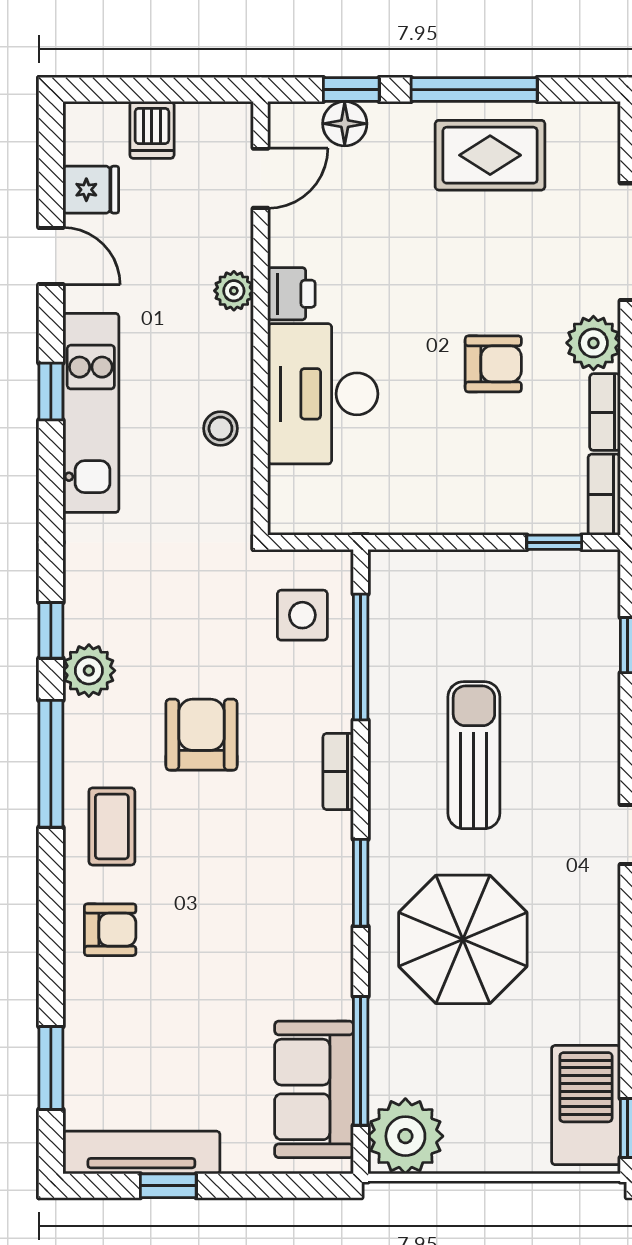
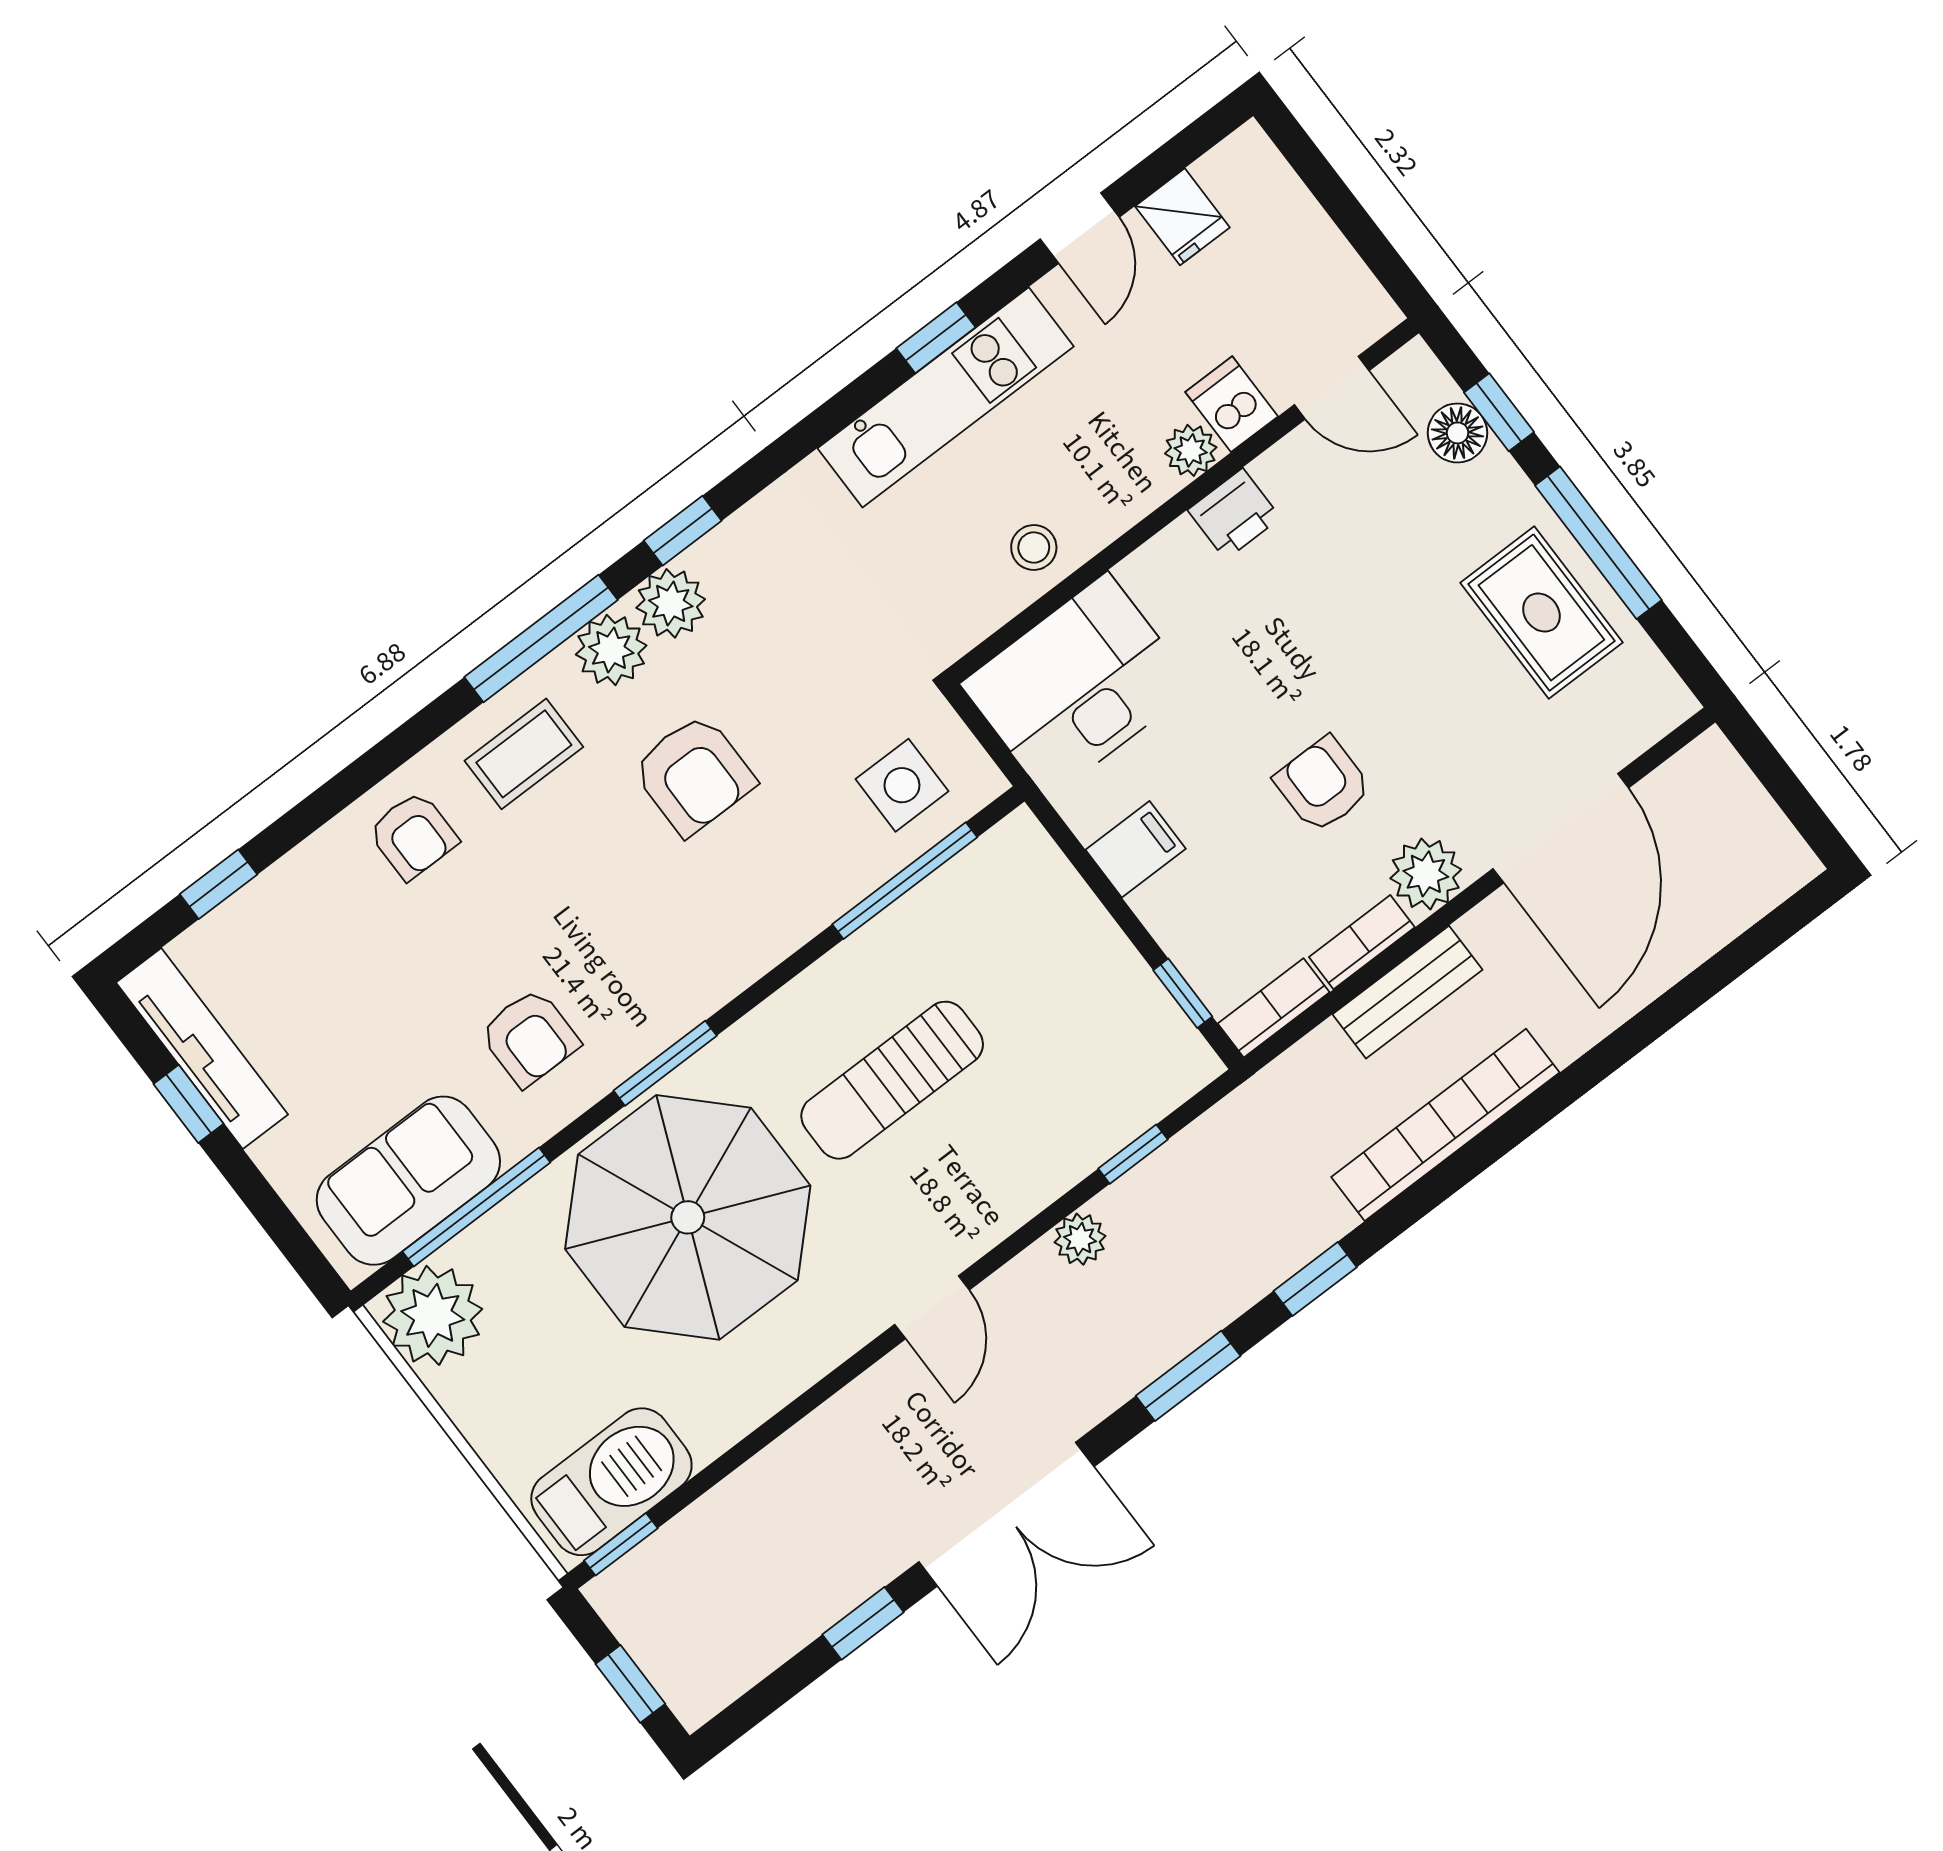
dishwasher: (152, 130) -> (1232, 404), moved, turned 90
armchair: (493, 364) -> (1323, 785), turned 180
desk: (323, 394) -> (1078, 685), moved
filing cabinet: (447, 505) -> (1136, 849), added
plant: (90, 727) -> (611, 650), added
armchair: (202, 735) -> (694, 775), turned 90
sun lounger: (474, 755) -> (892, 1080), turned 180
bookcase: (338, 772) -> (765, 949), removed
parasol: (463, 939) -> (688, 1217), width x1.36, depth x1.36
armchair: (284, 952) -> (530, 1038), added
window: (51, 1068) -> (218, 884), width x0.67

